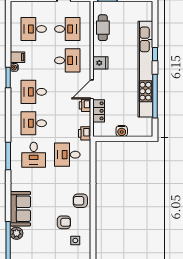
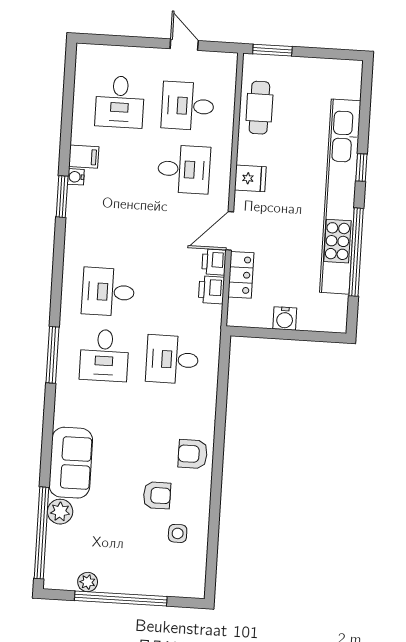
desk: (34, 29) -> (120, 102), turned -90
desk: (67, 29) -> (188, 106), turned 180
desk: (34, 92) -> (112, 229), removed
printer: (85, 133) -> (211, 290), moved

